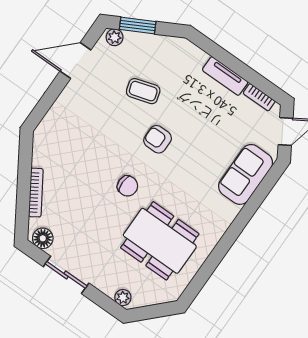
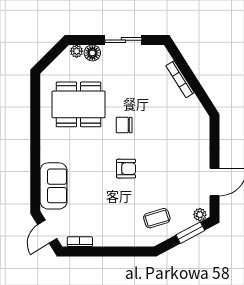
tv unit: (225, 76) -> (111, 240), removed
coffee table: (143, 91) -> (157, 218), moved
floor lamp: (43, 238) -> (92, 53), moved

